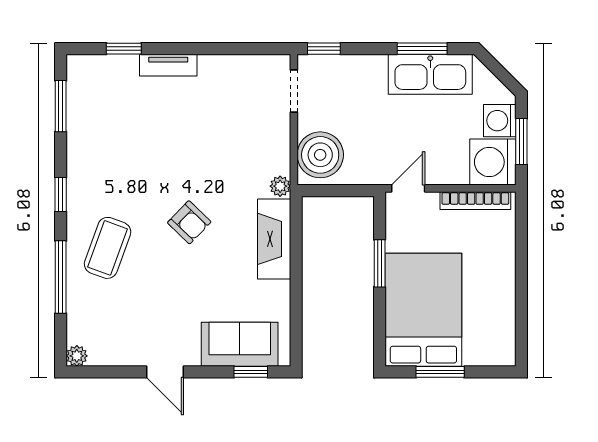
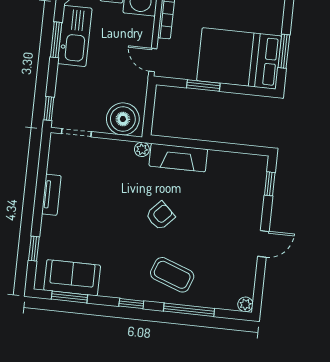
tv unit: (168, 65) -> (51, 195), moved
sofa: (240, 344) -> (72, 278), moved, turned 90

